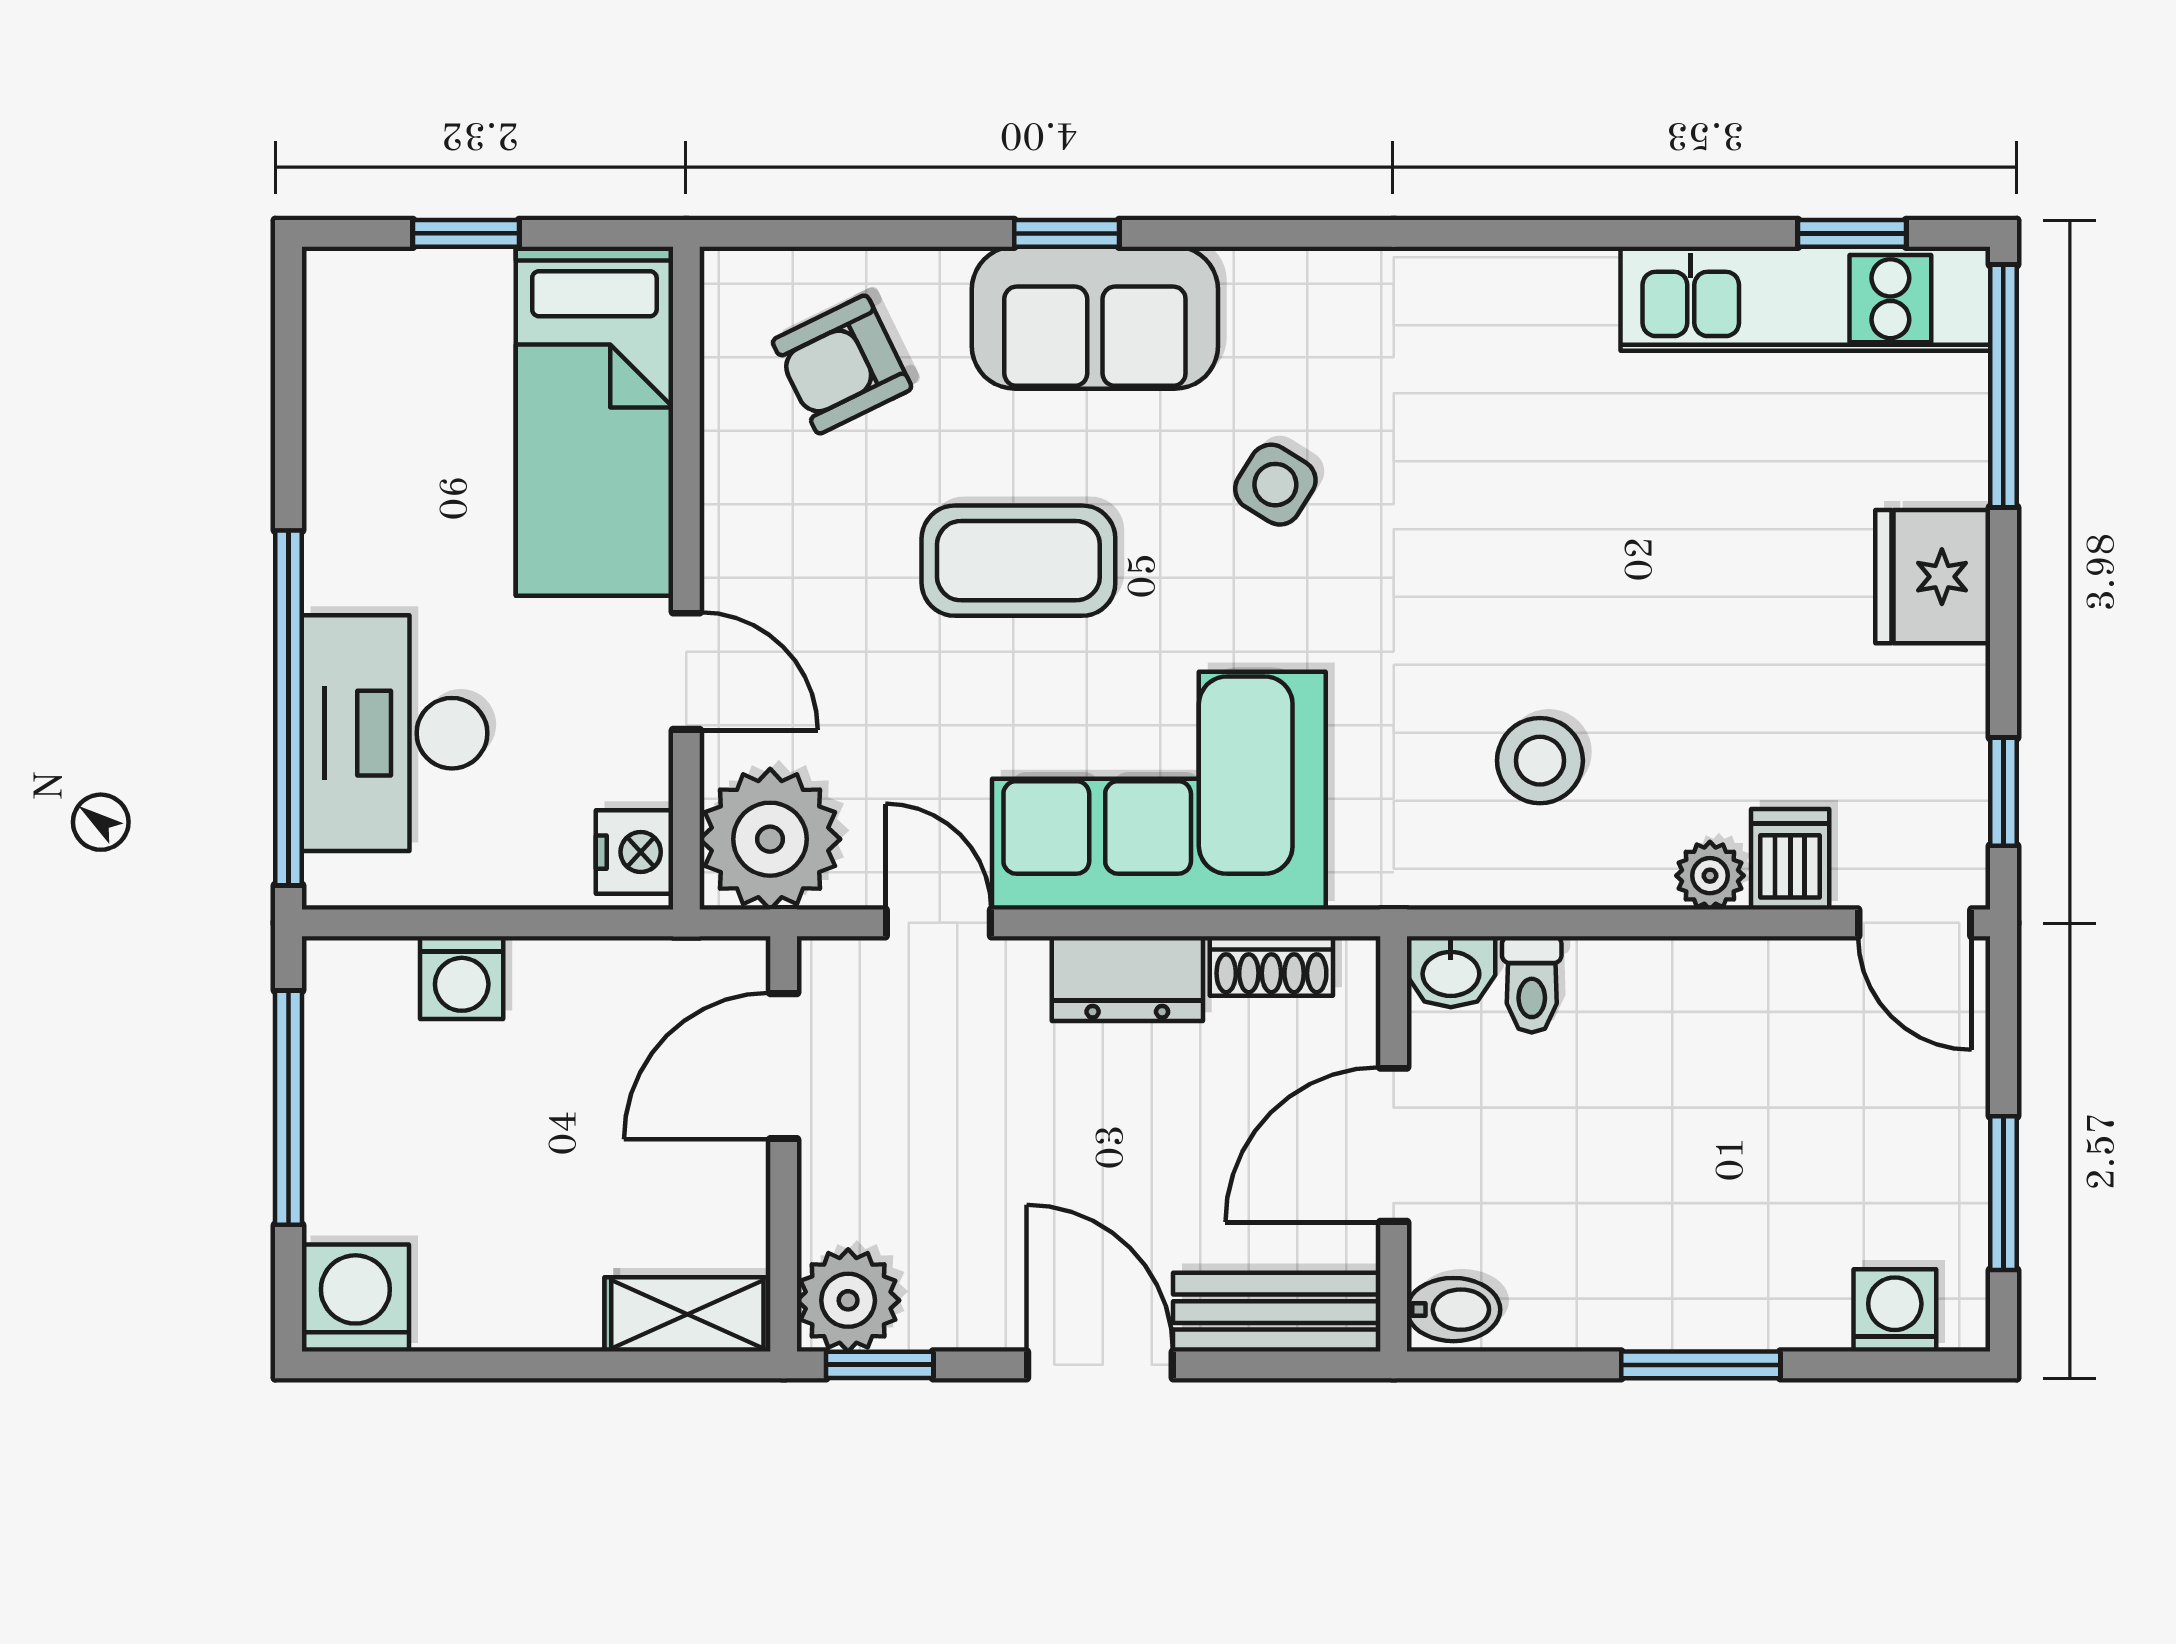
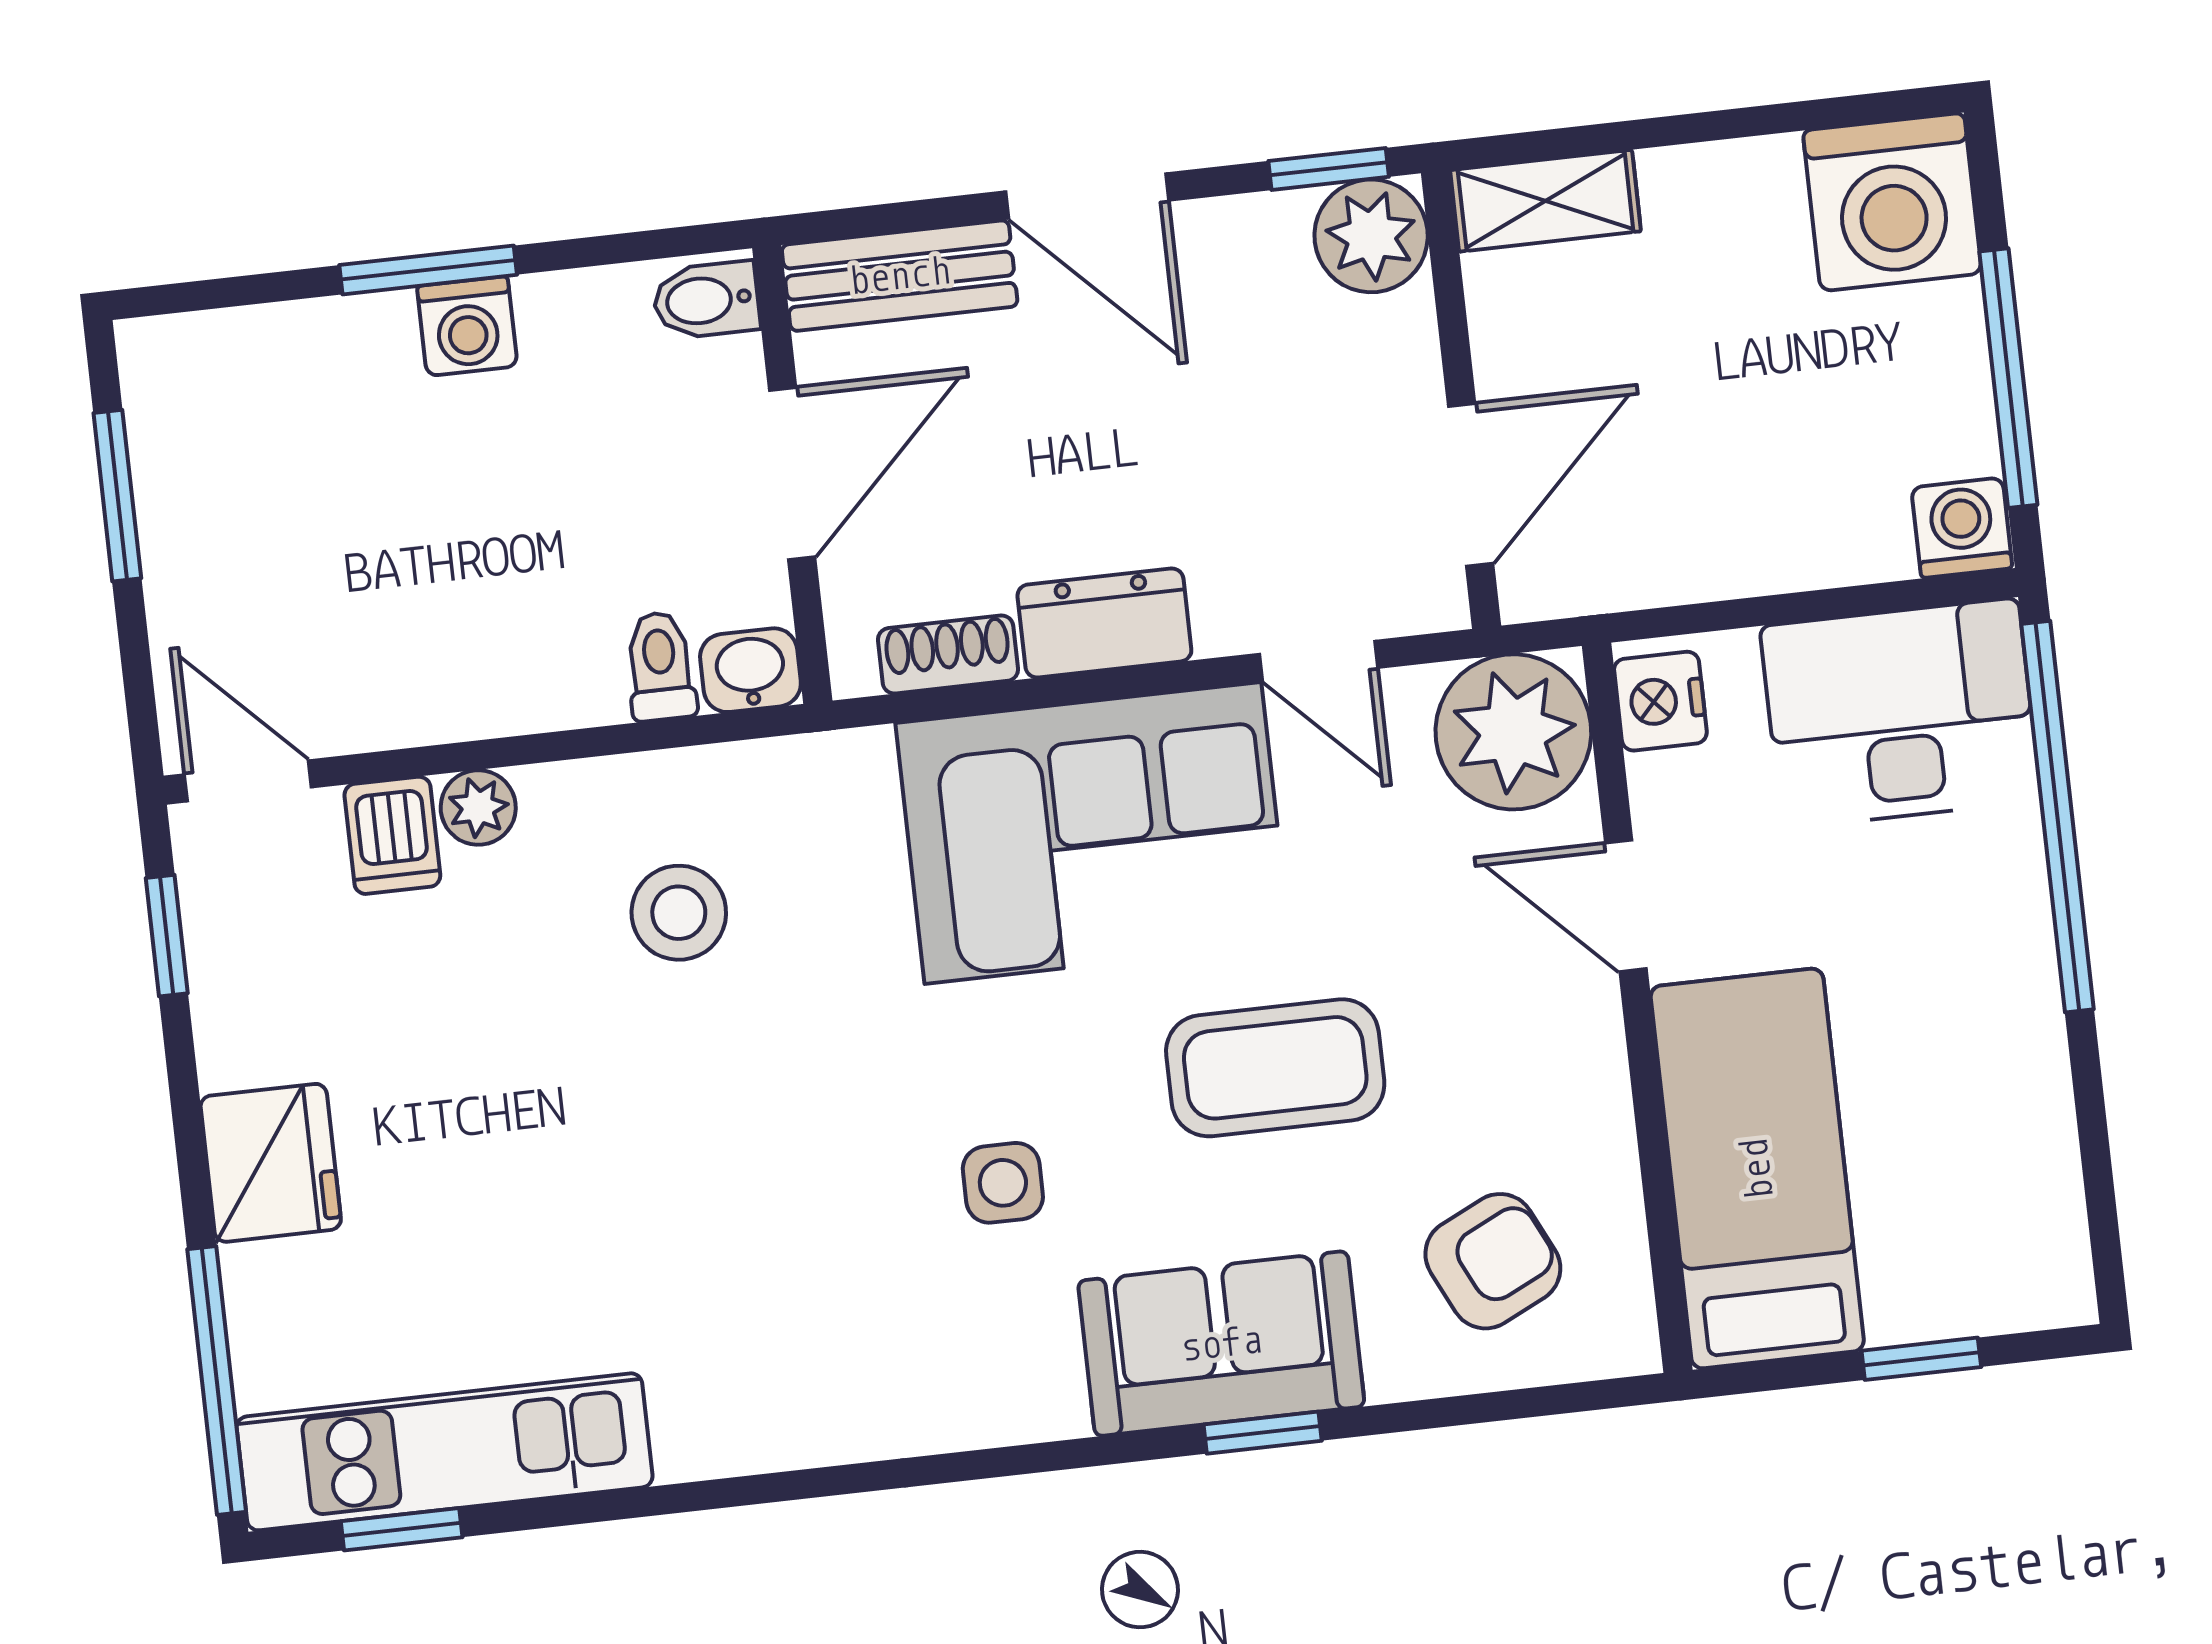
side table: (1275, 485) -> (1003, 1183), turned -32
desk: (394, 733) -> (1900, 713), moved, turned -90
washing machine: (462, 978) -> (1962, 528), moved
washing machine: (355, 1298) -> (1892, 202), width x1.37, depth x1.37
washing machine: (1895, 1310) -> (467, 326), moved

